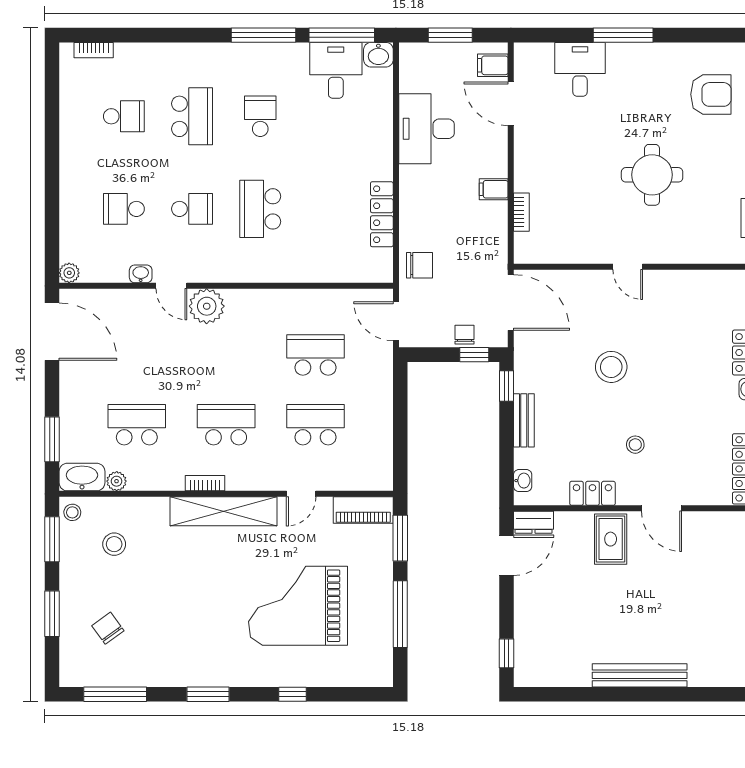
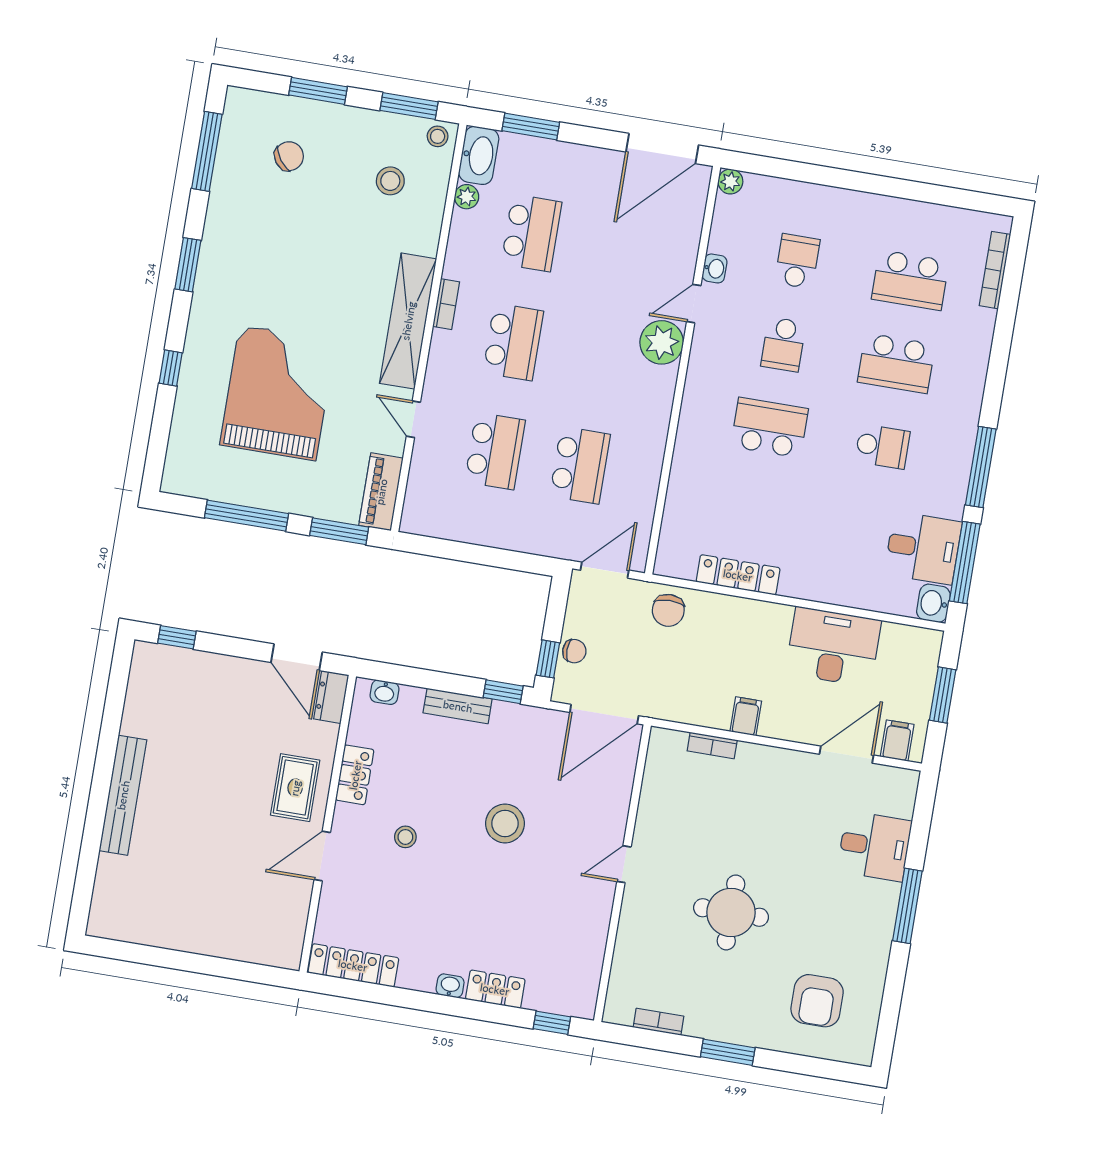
bookcase: (94, 50) -> (995, 270), width x1.56
school desk: (124, 116) -> (910, 280), width x1.85
rug: (611, 539) -> (295, 788), turned 90

